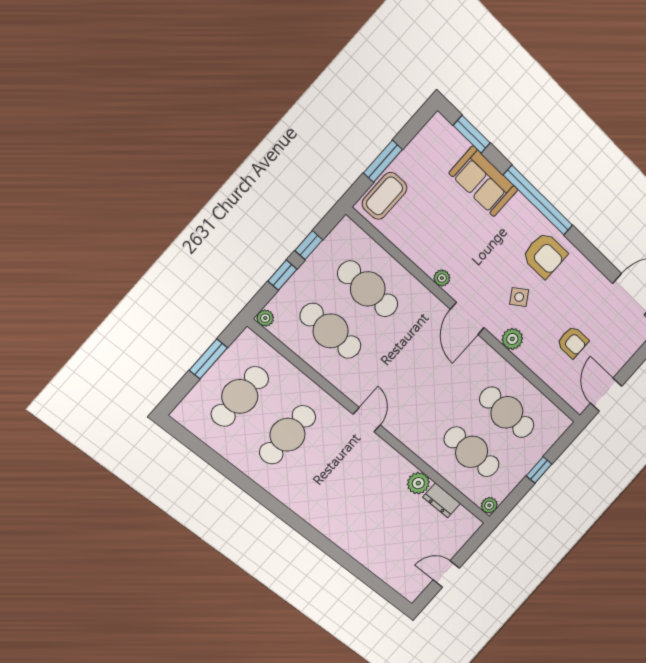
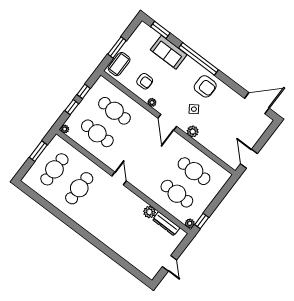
armchair: (573, 342) -> (145, 81), moved
window: (539, 470) -> (202, 221), moved
dresser: (442, 500) -> (166, 224), width x1.44
door: (446, 574) -> (170, 263), swing flipped

